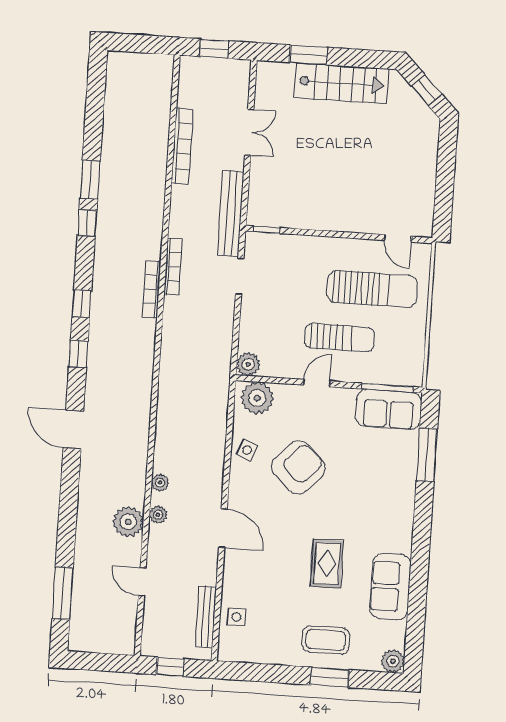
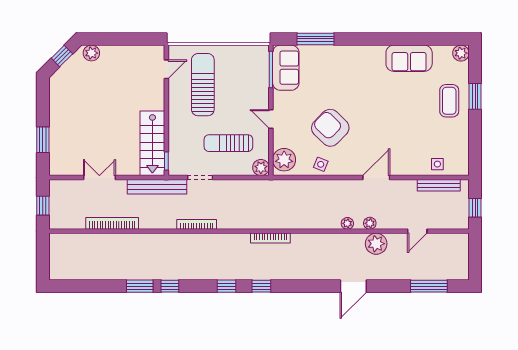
stairs: (341, 83) -> (152, 143), moved, turned 180
plant: (428, 132) -> (91, 53), added
bookcase: (152, 289) -> (270, 238), moved
sun lounger: (339, 338) -> (228, 143), moved, turned -90
door: (73, 429) -> (353, 286), moved
rug: (327, 564) -> (396, 104), removed

